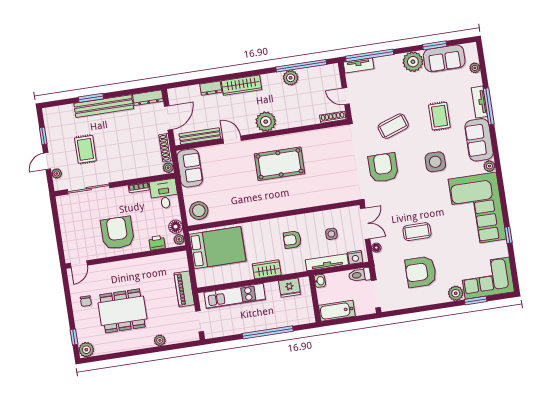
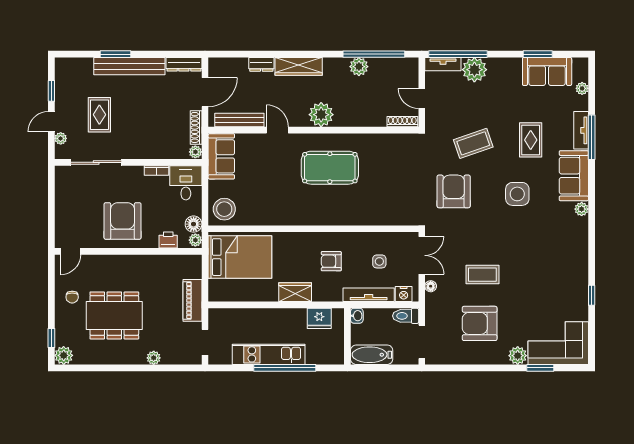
plant: (413, 62) -> (474, 70), moved
corner sofa: (477, 209) -> (559, 259), removed
kitchen unit: (235, 296) -> (269, 354), moved, turned 180

